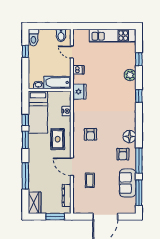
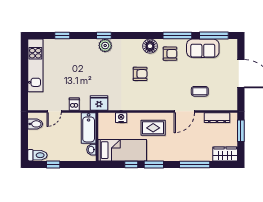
plant: (130, 75) -> (105, 45), moved
armchair: (90, 134) -> (140, 74), moved

